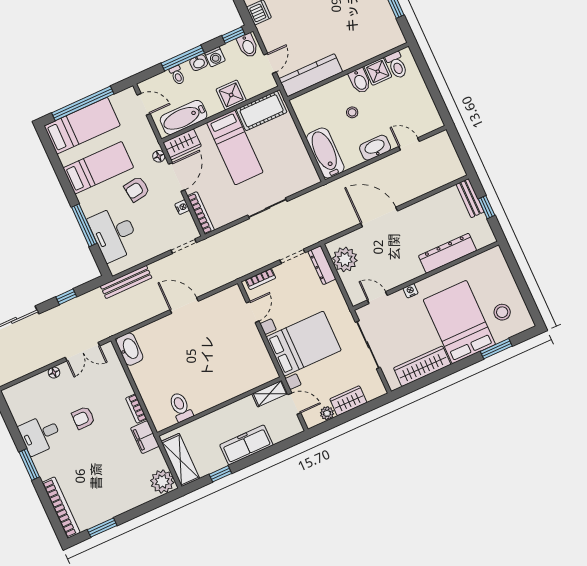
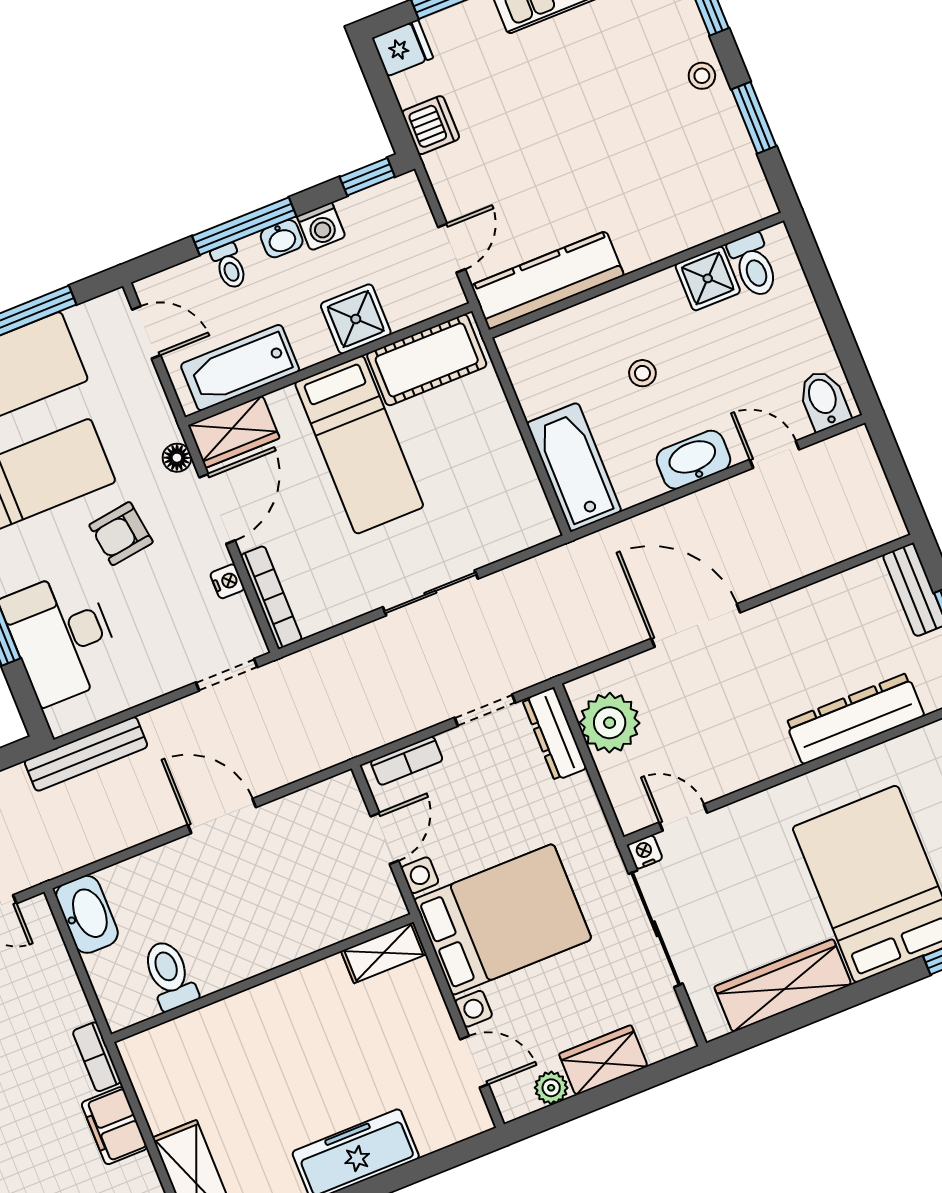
bidet: (248, 46) -> (400, 203), removed
bidet: (360, 81) -> (824, 400), moved, turned 180
nightstand: (411, 291) -> (645, 852), moved
shelving: (270, 394) -> (384, 953), moved
toilet: (181, 407) -> (170, 975), moved
wall: (219, 407) -> (262, 978), moved

